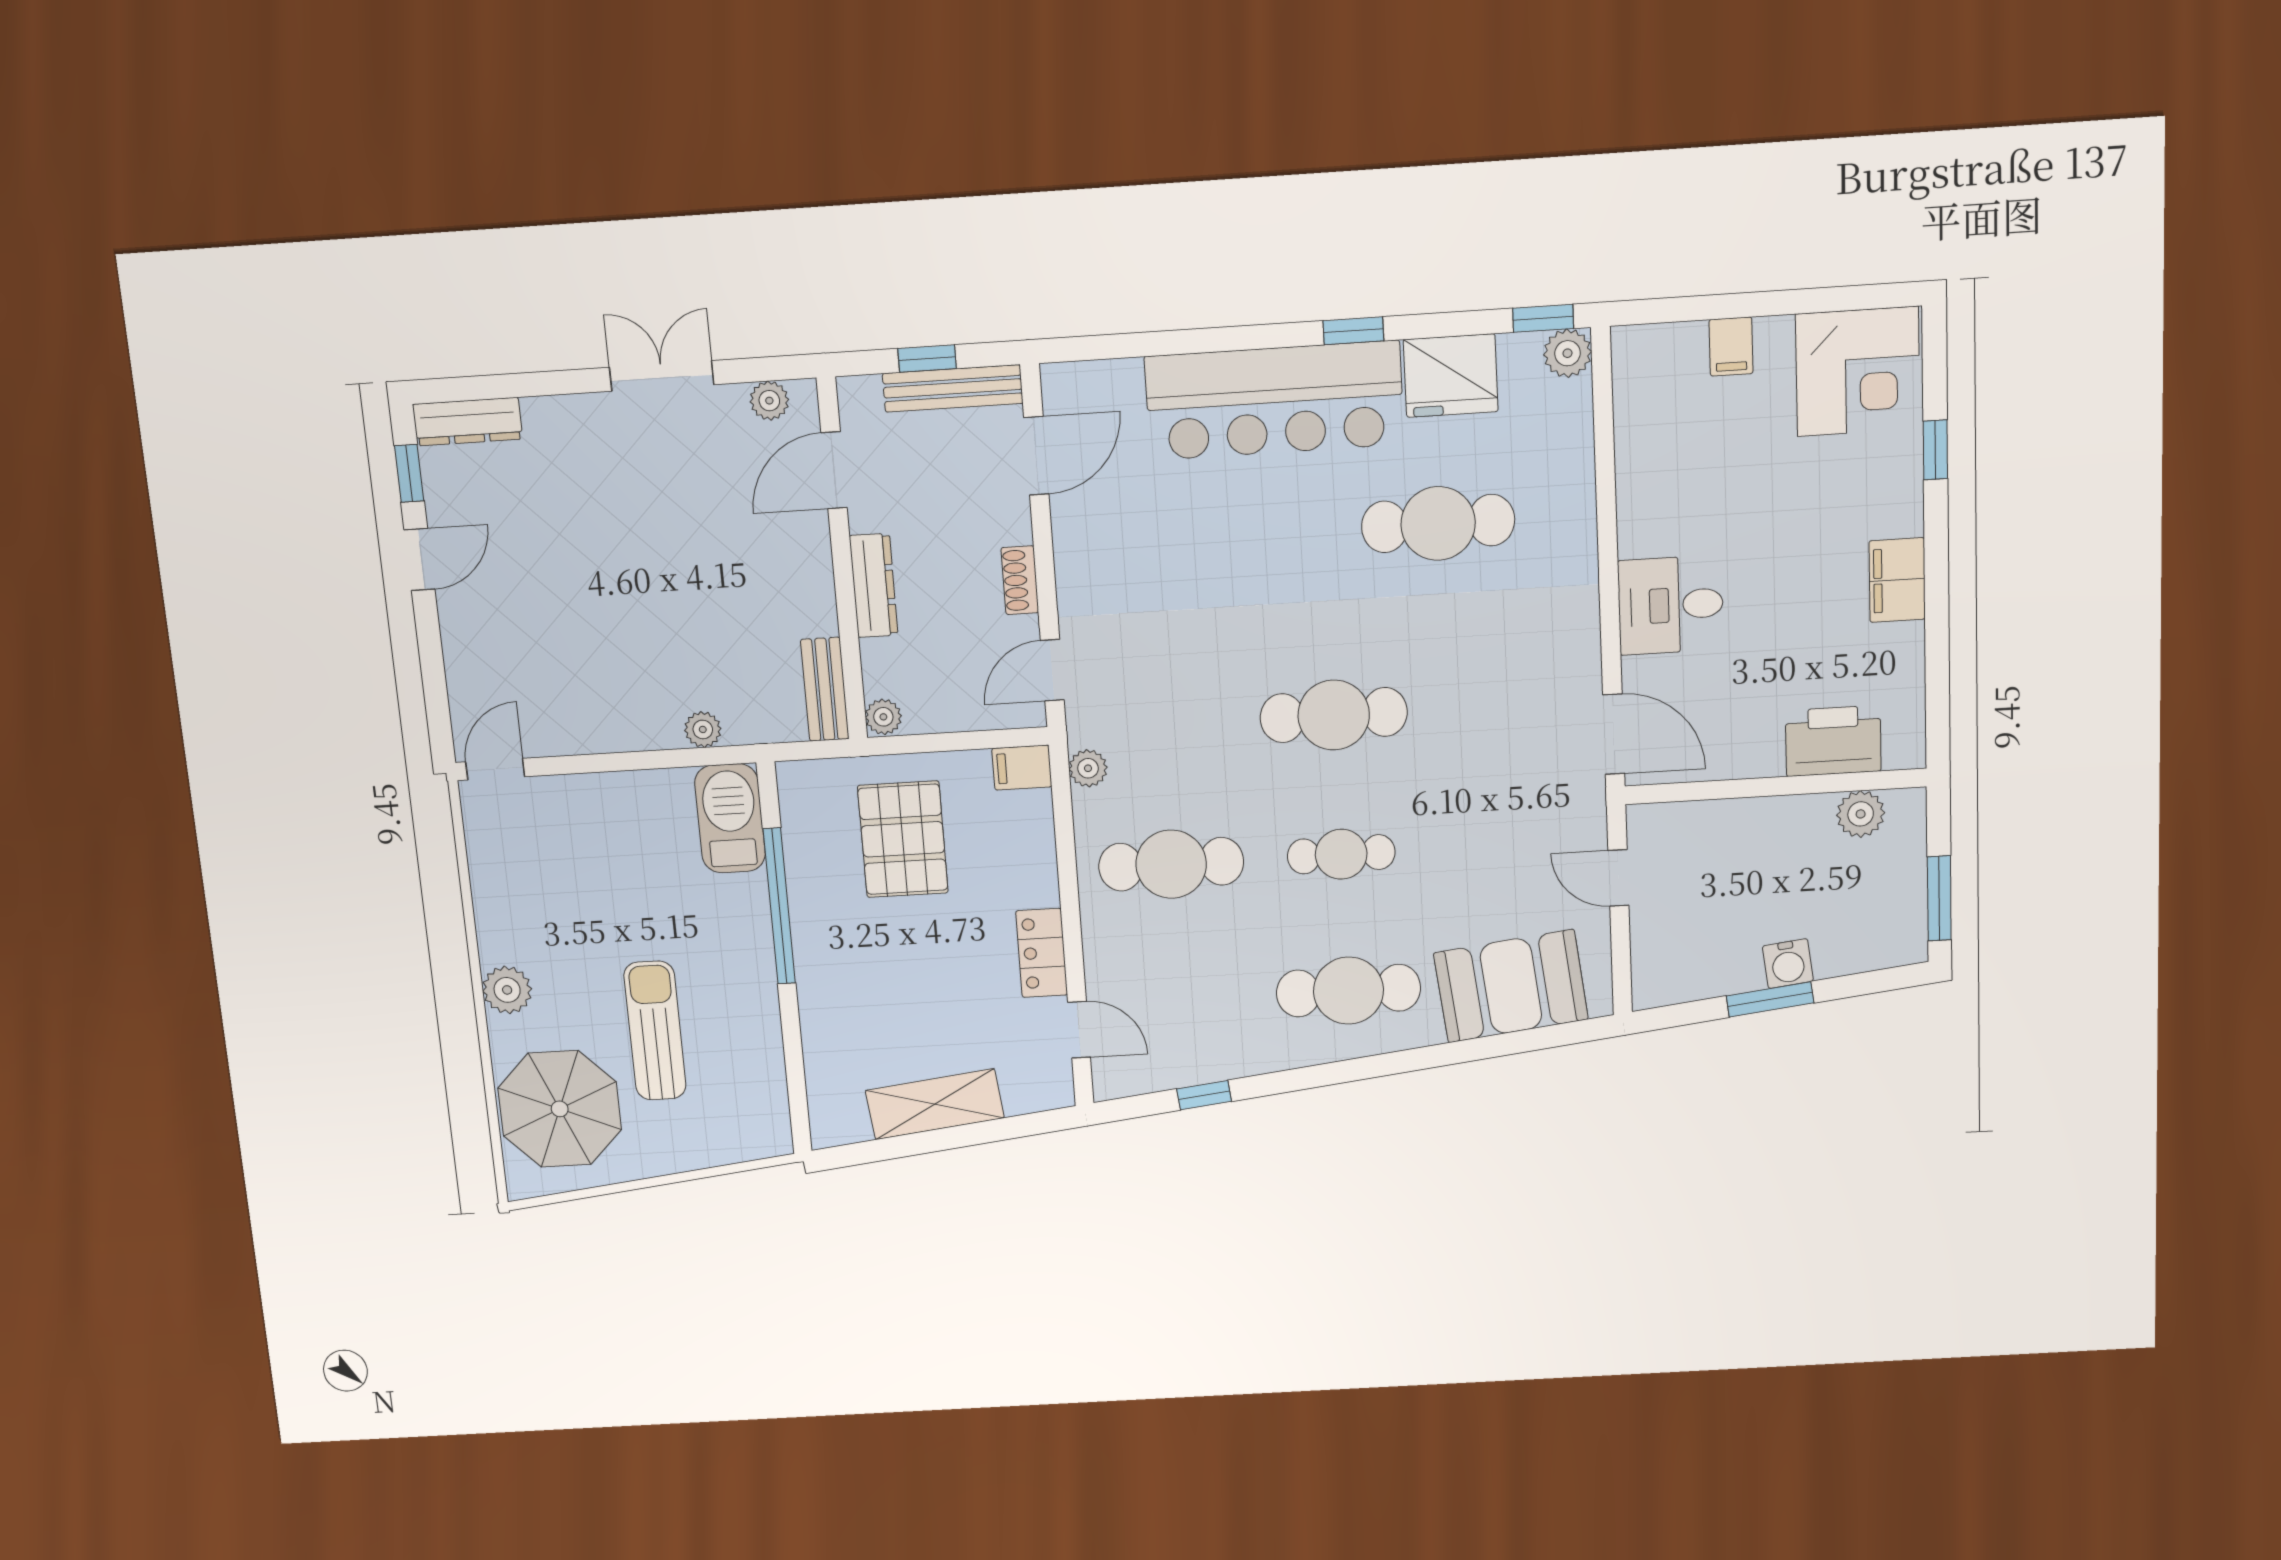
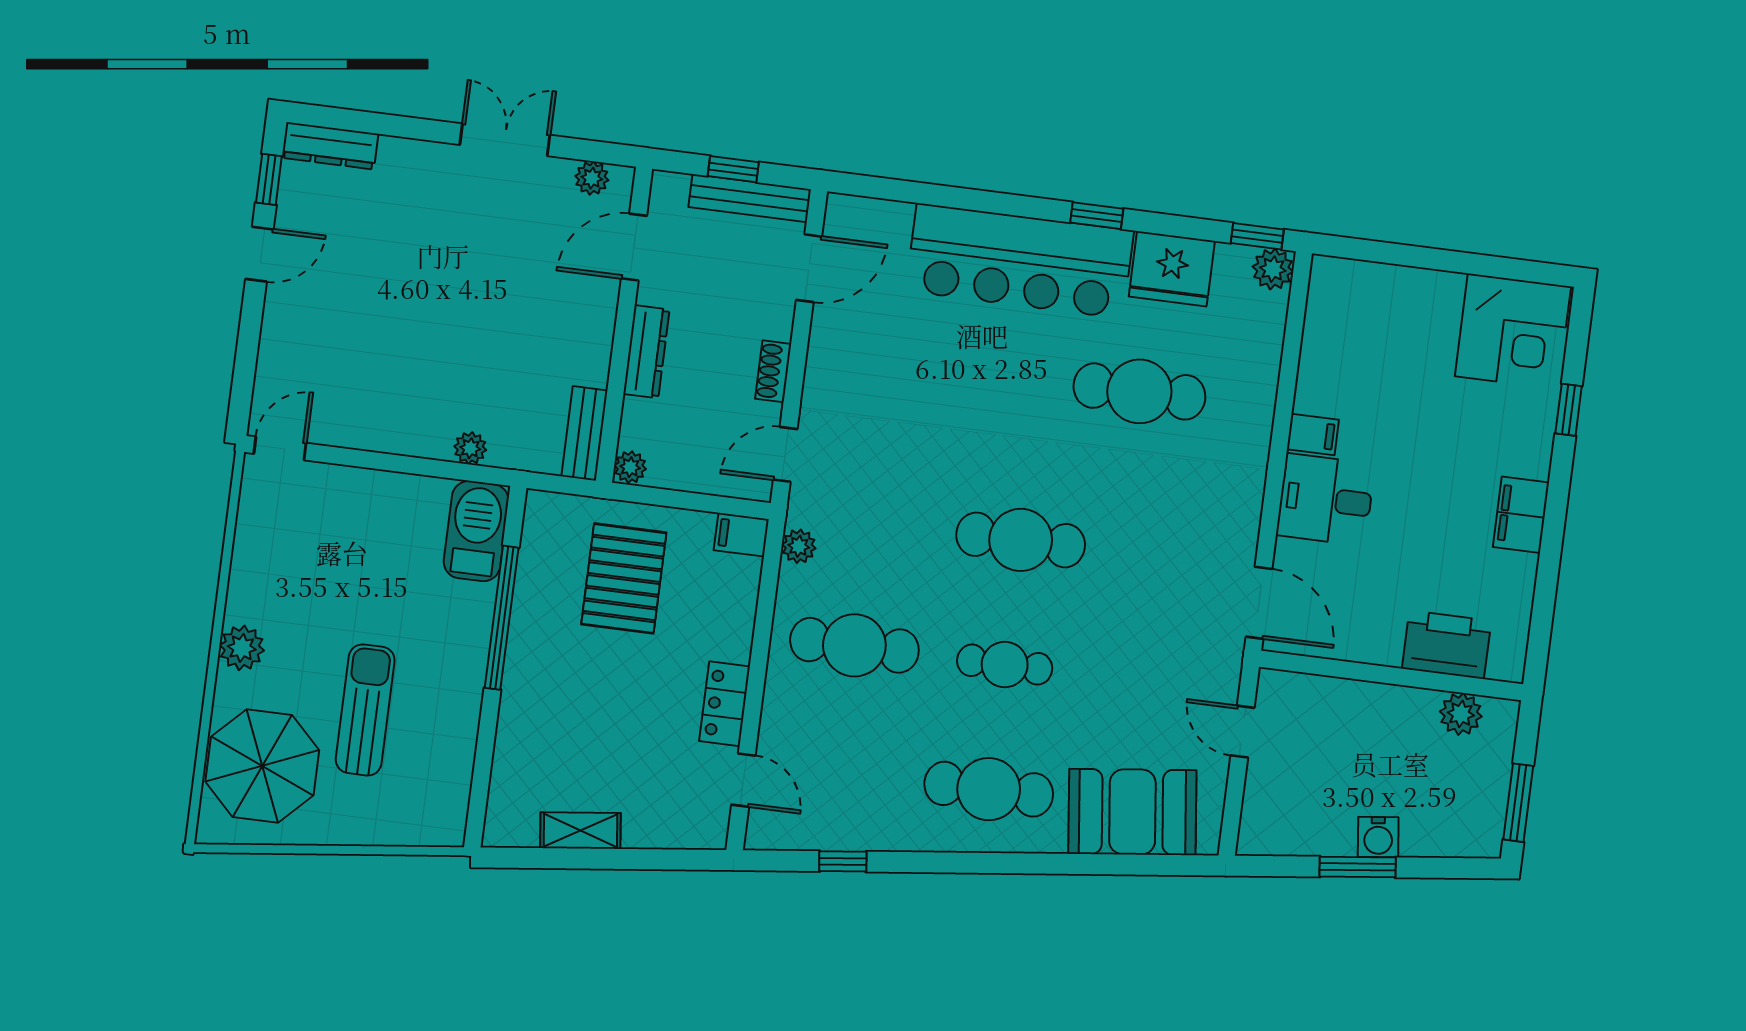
filing cabinet: (1731, 347) -> (1313, 435), moved, turned -90
shelving: (935, 1104) -> (580, 831), width x0.67, depth x0.75

